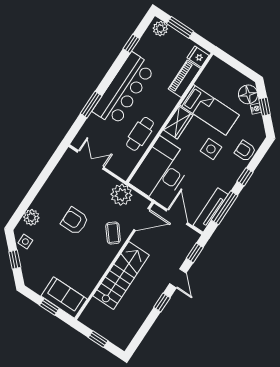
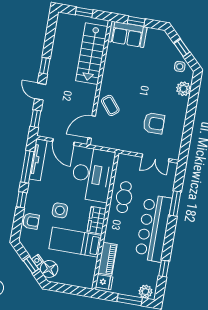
plant: (121, 195) -> (117, 140), removed
armchair: (75, 221) -> (154, 123), moved
stairs: (121, 275) -> (92, 54), moved

